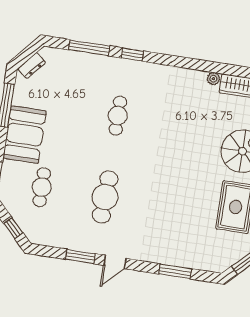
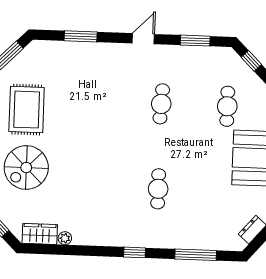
window: (132, 54) -> (135, 252), moved
cafe table: (105, 197) -> (161, 104), width x0.73, depth x0.74
window: (80, 257) -> (195, 41), moved

